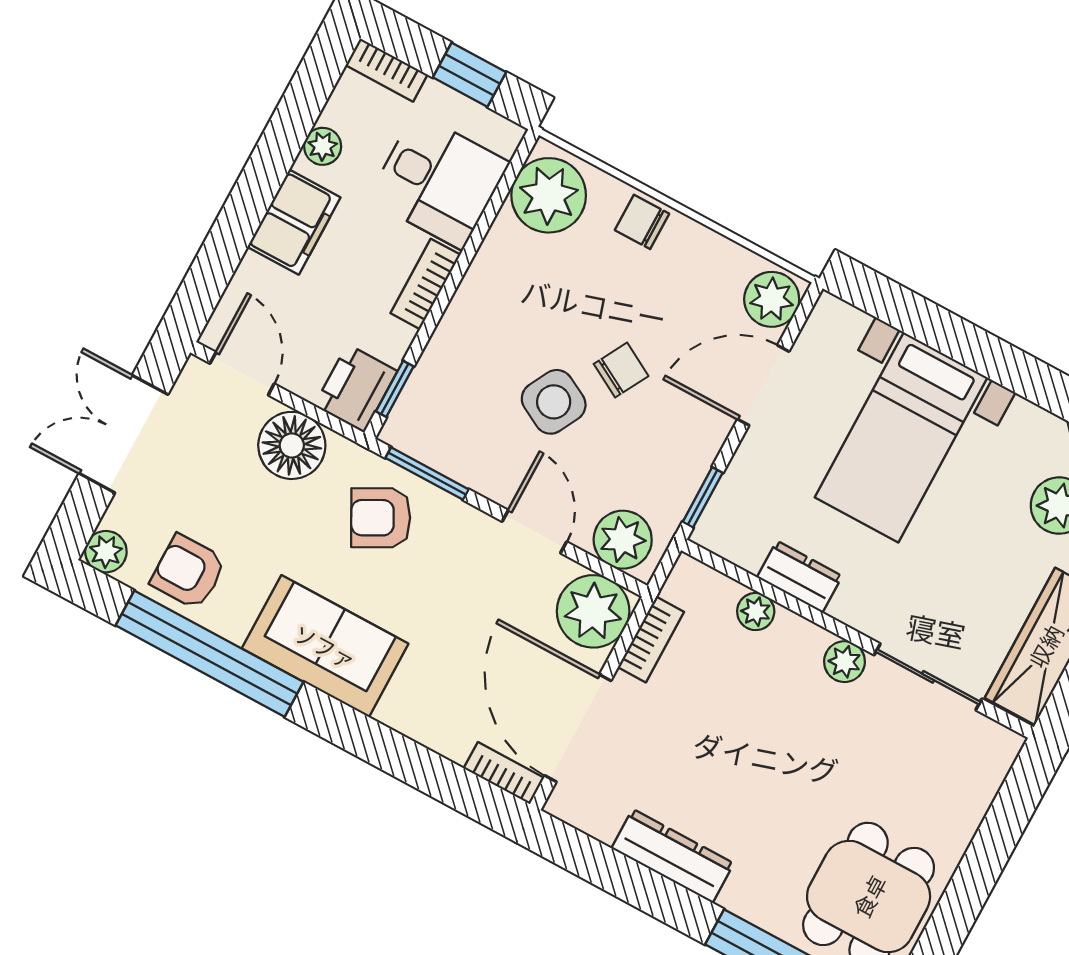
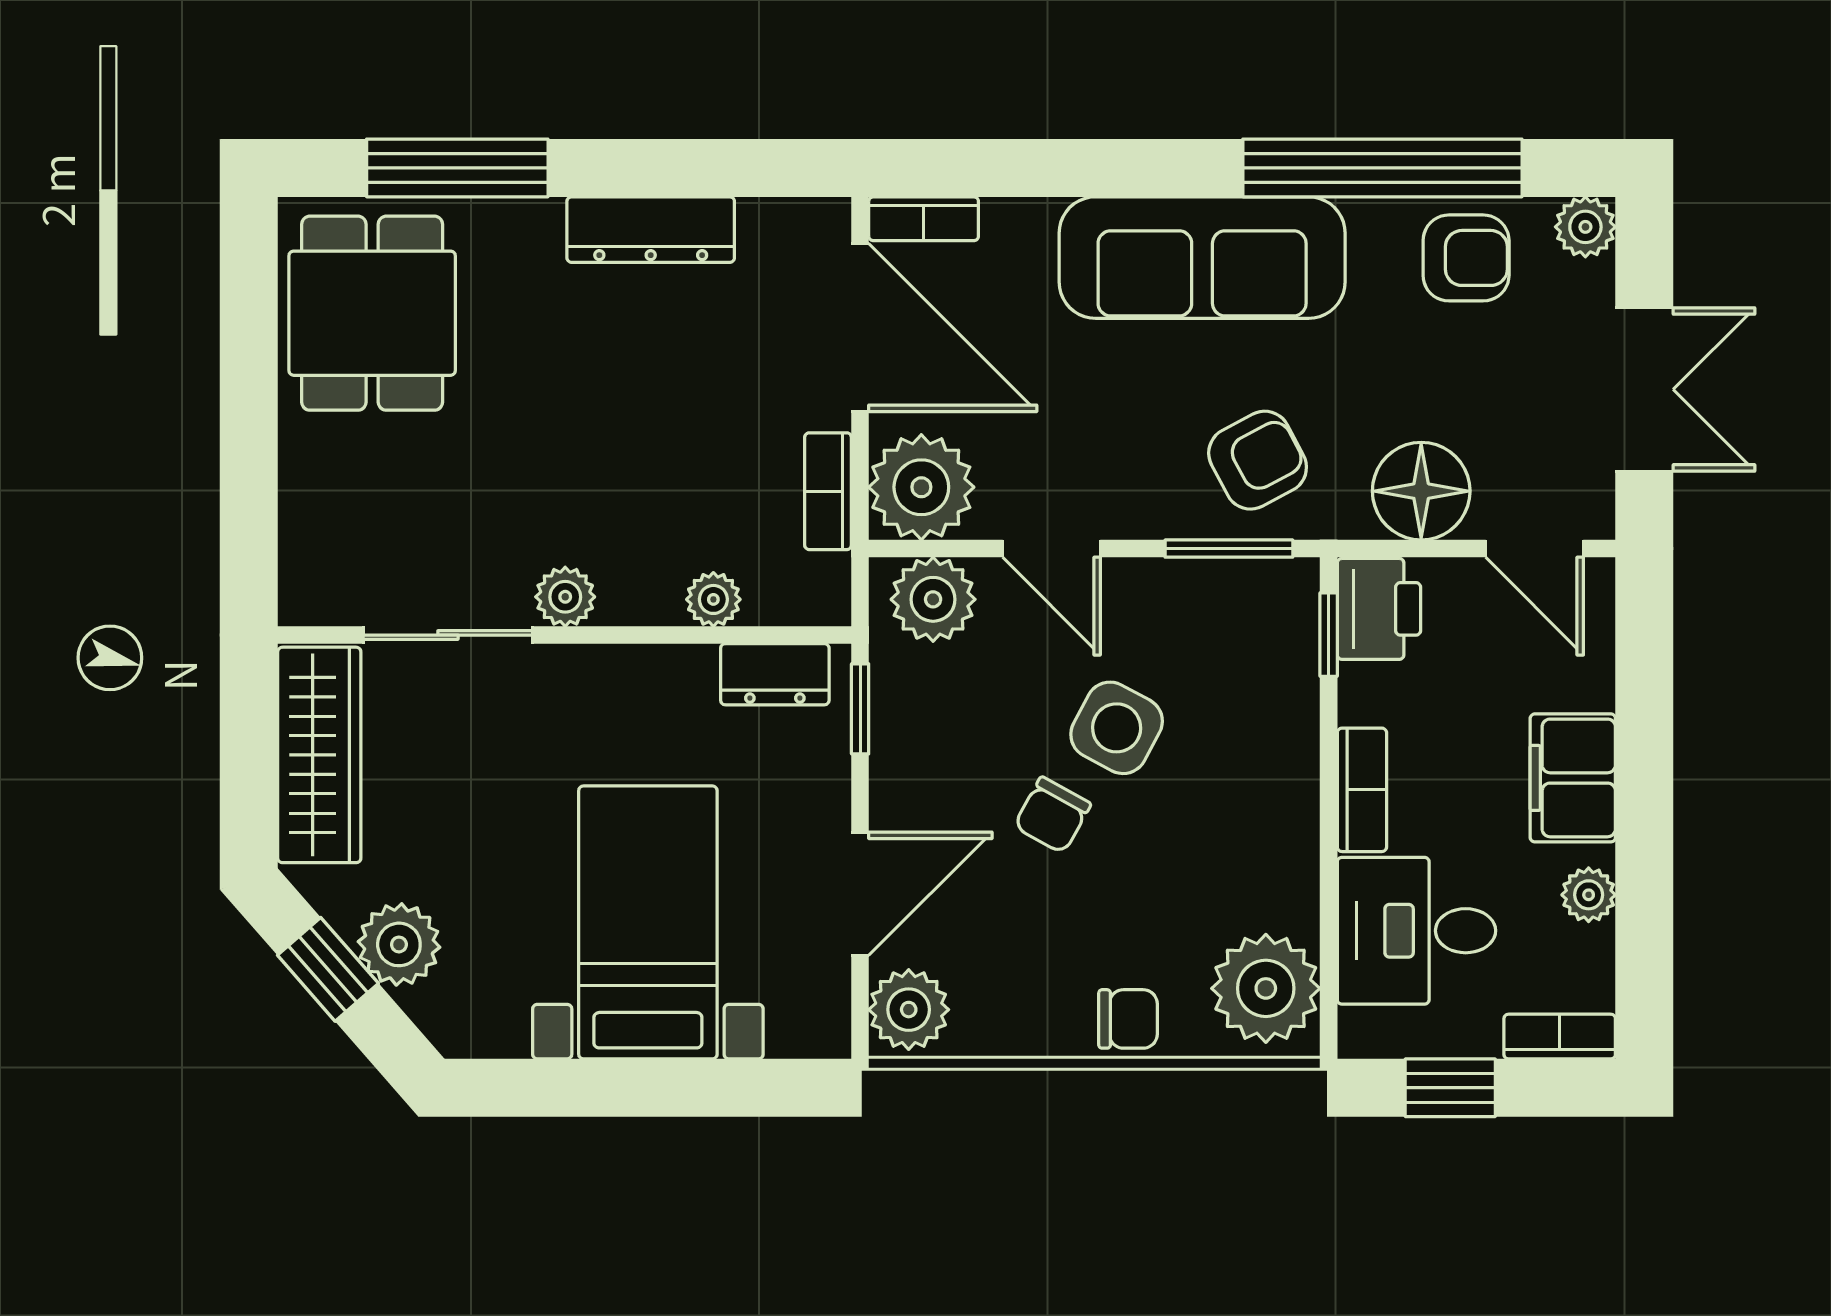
dresser: (800, 577) -> (775, 674), moved
sofa: (325, 646) -> (1202, 258), width x1.36

